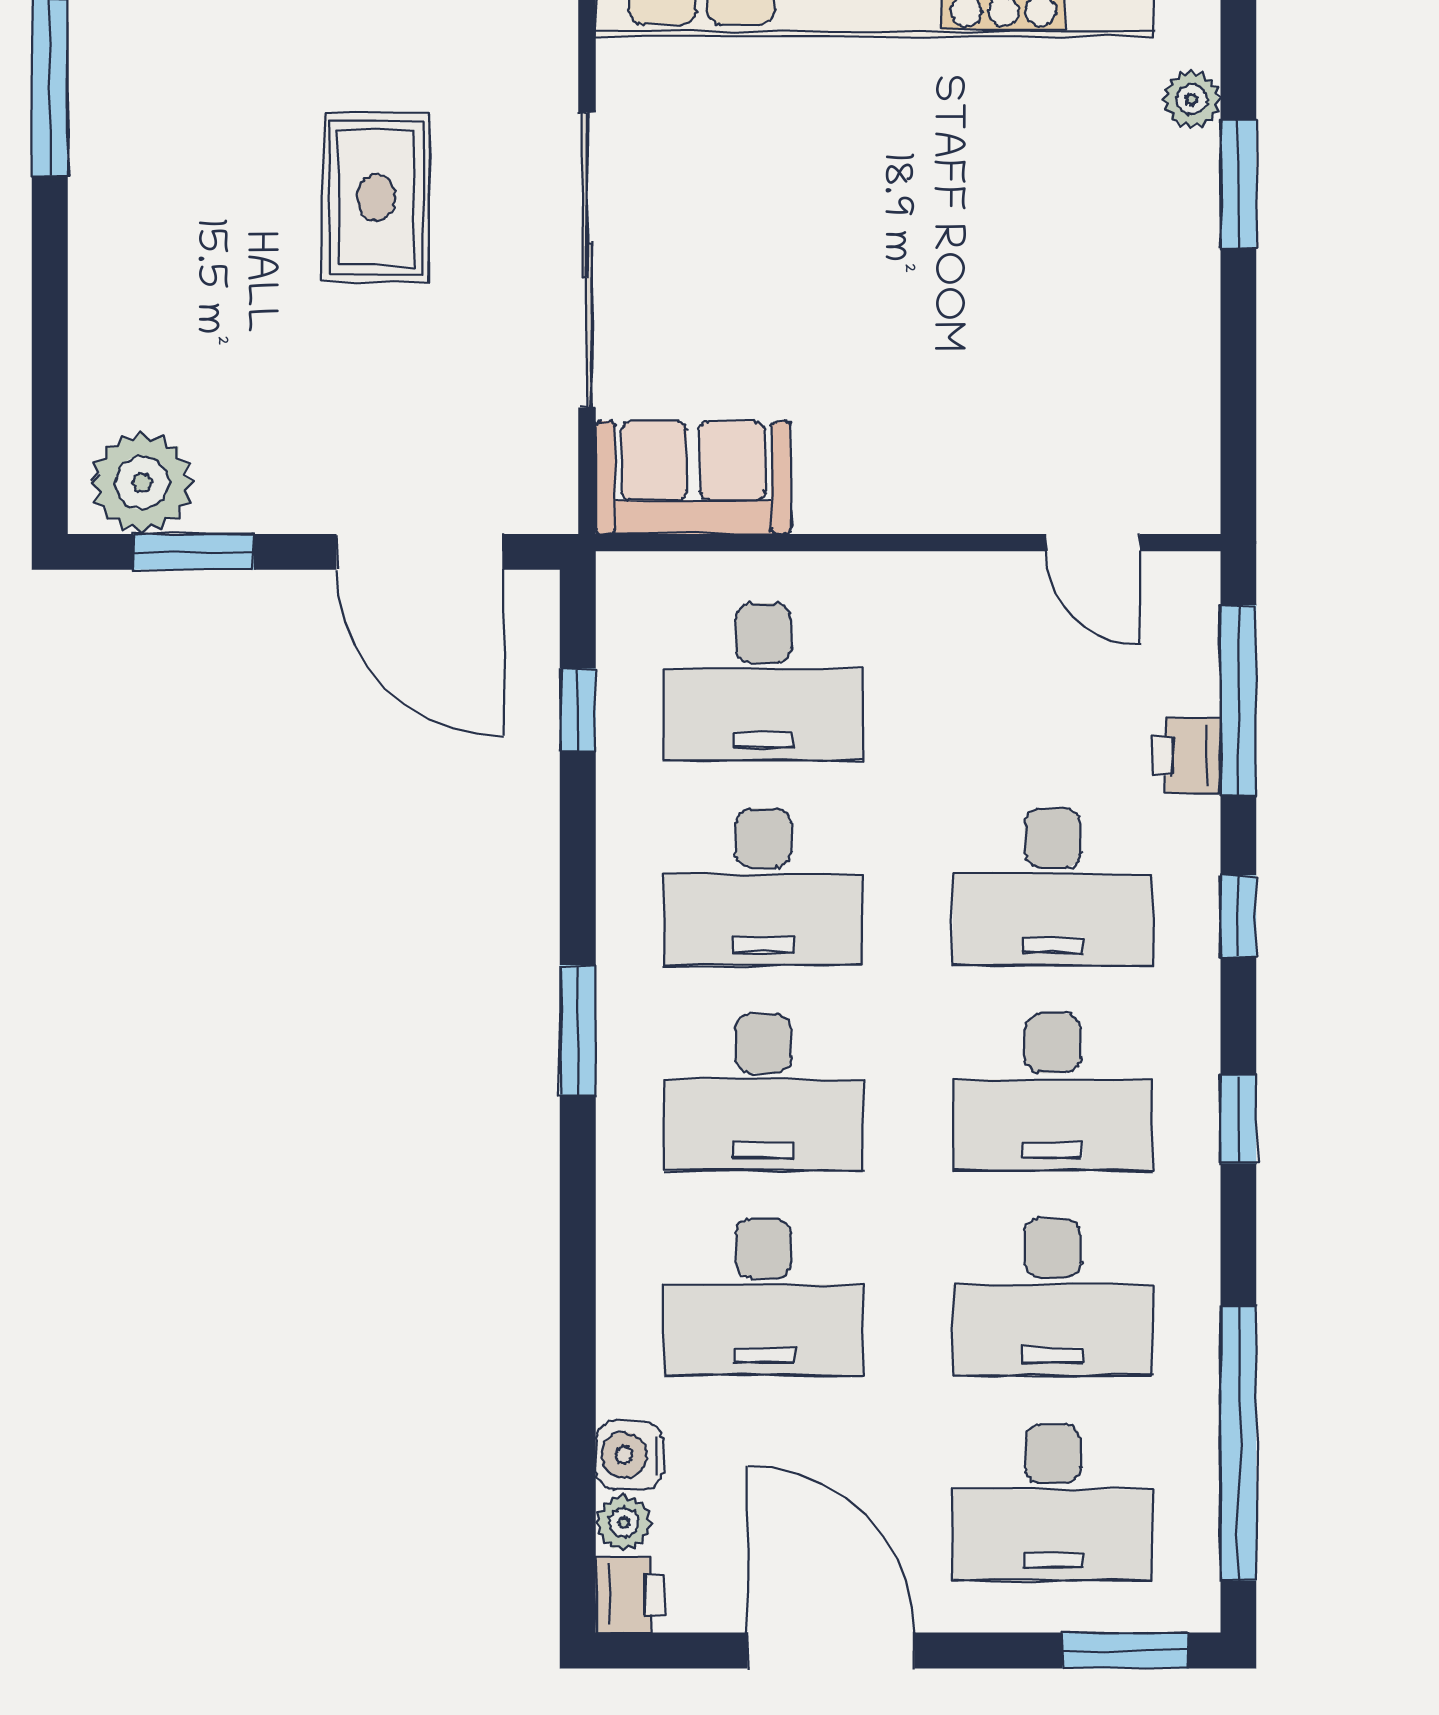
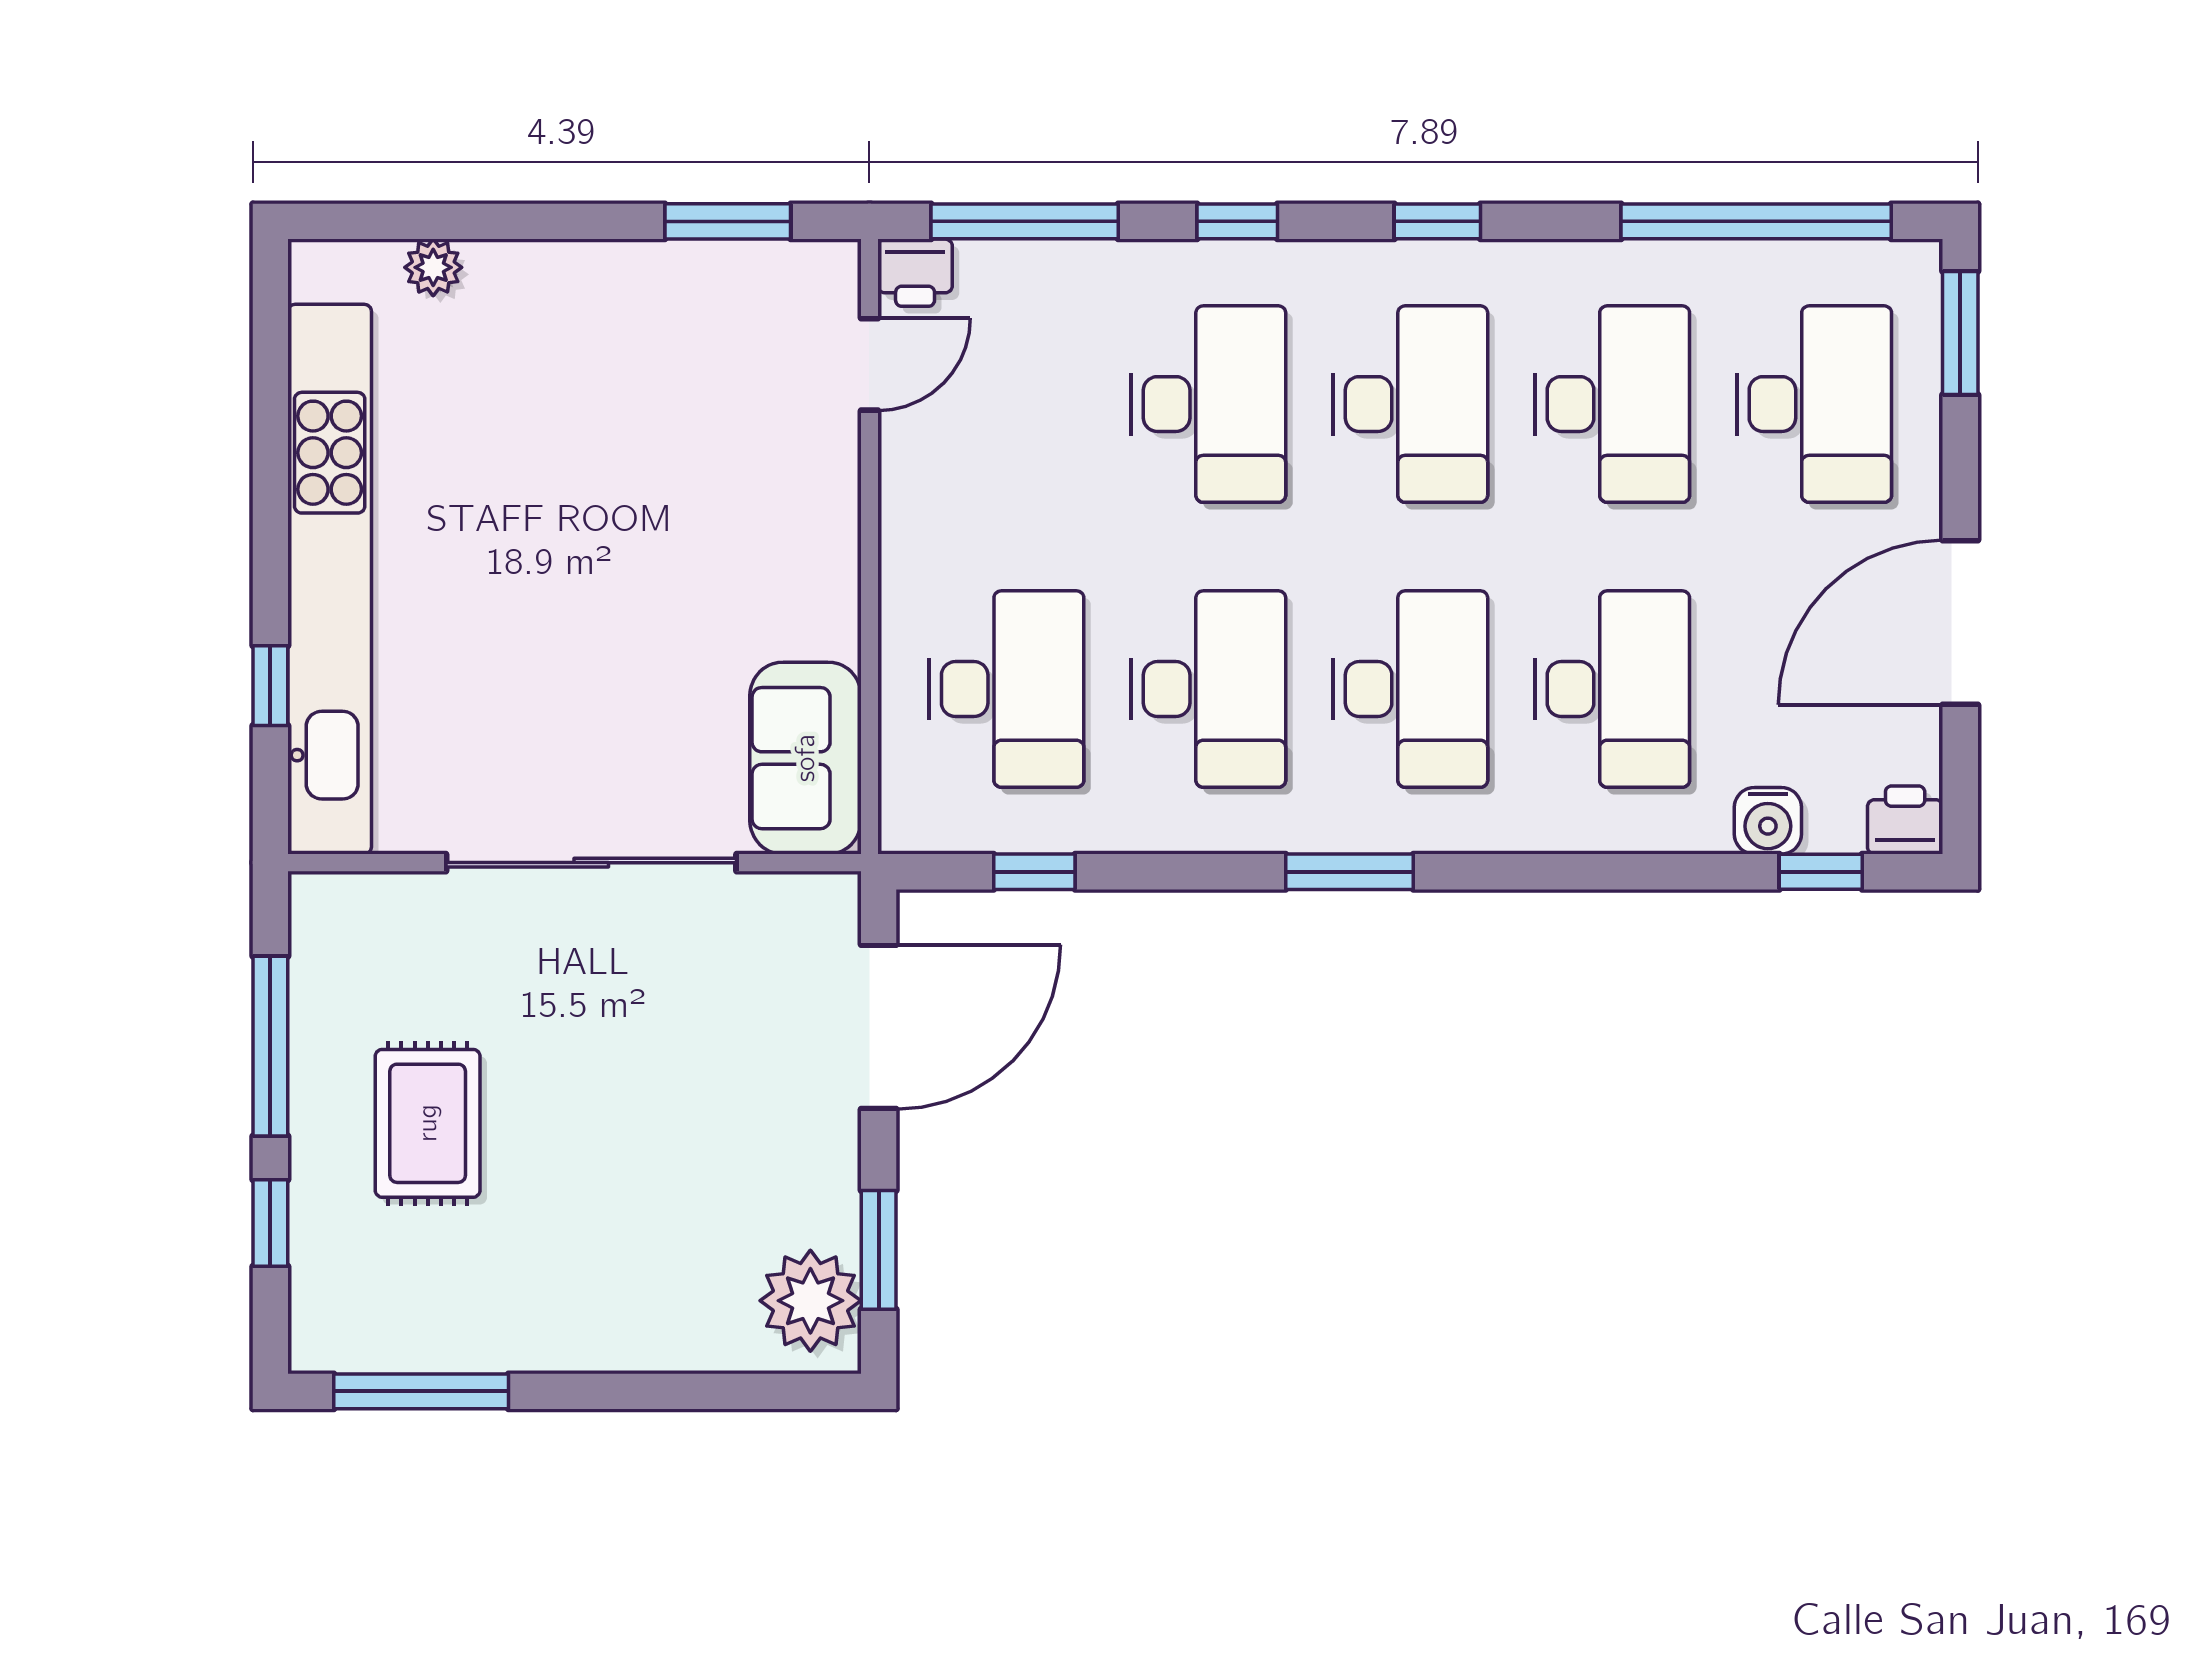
window: (1238, 184) -> (728, 221), moved
rug: (376, 198) -> (428, 1123), moved, turned 90
printer: (1186, 756) -> (915, 273), moved
window: (578, 1509) -> (1821, 872), added
plant: (624, 1523) -> (1834, 827), removed

